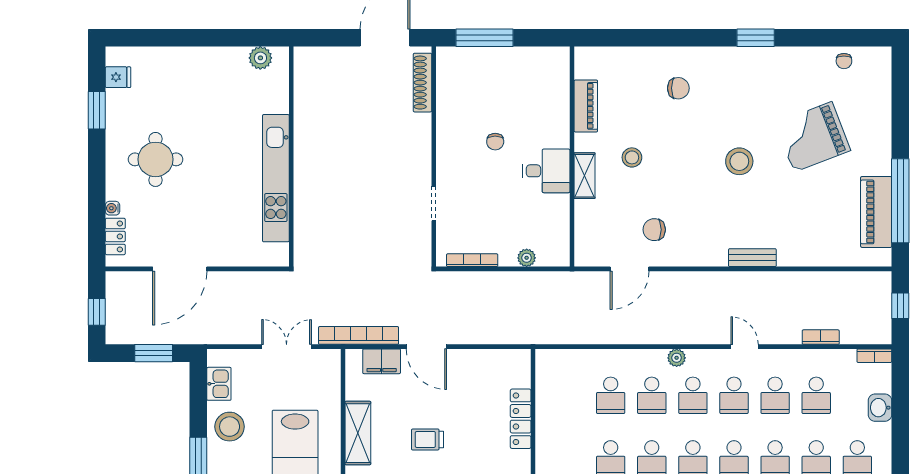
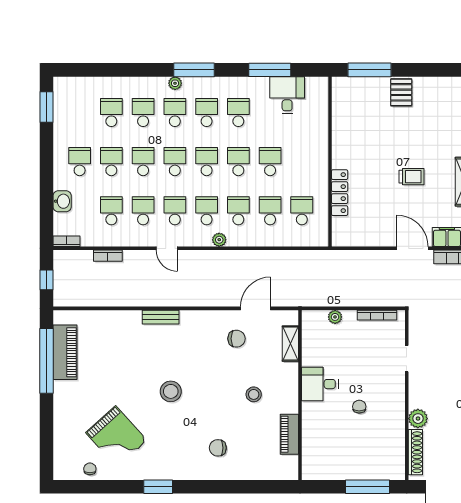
plant: (419, 126) -> (418, 419), added
grand piano: (813, 137) -> (116, 436), moved, turned 69
shelving: (584, 176) -> (290, 344), moved
school desk: (570, 395) -> (302, 211), added

